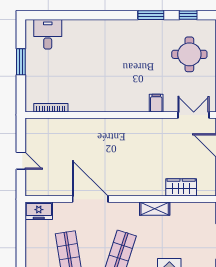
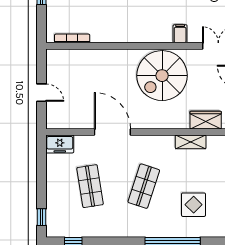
spiral stairs: (139, 144) -> (162, 76), added
shelving: (155, 209) -> (191, 142), moved

